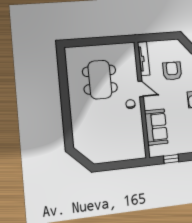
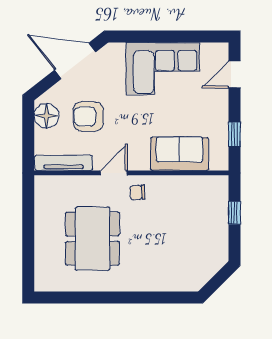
floor lamp: (170, 47) -> (46, 116), added
dining table: (100, 80) -> (93, 239), turned 90
window: (124, 164) -> (234, 213), added

